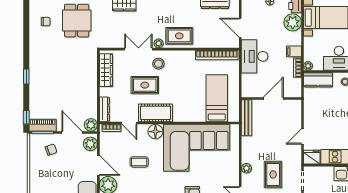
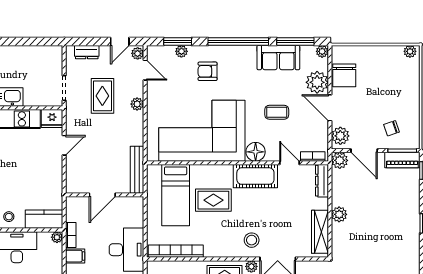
plant: (91, 83) -> (339, 214), added
rug: (145, 85) -> (213, 200), moved

